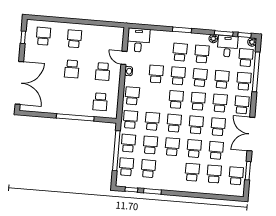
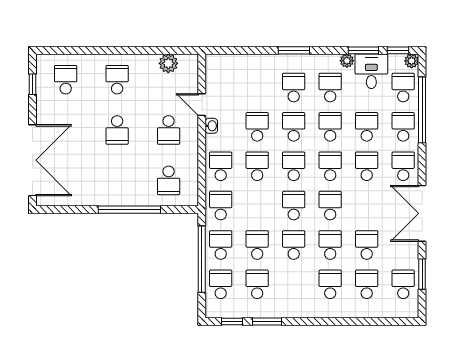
plant: (106, 31) -> (168, 63), added
desk: (138, 40) -> (223, 73), removed
school desk: (152, 121) -> (257, 166), moved
school desk: (218, 127) -> (367, 206), removed

